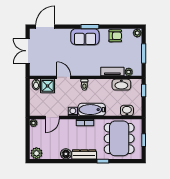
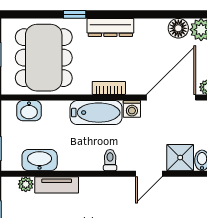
door: (64, 77) -> (149, 174), hinge flipped
door: (52, 118) -> (171, 97), width x1.88
floor lamp: (66, 154) -> (178, 28), moved

